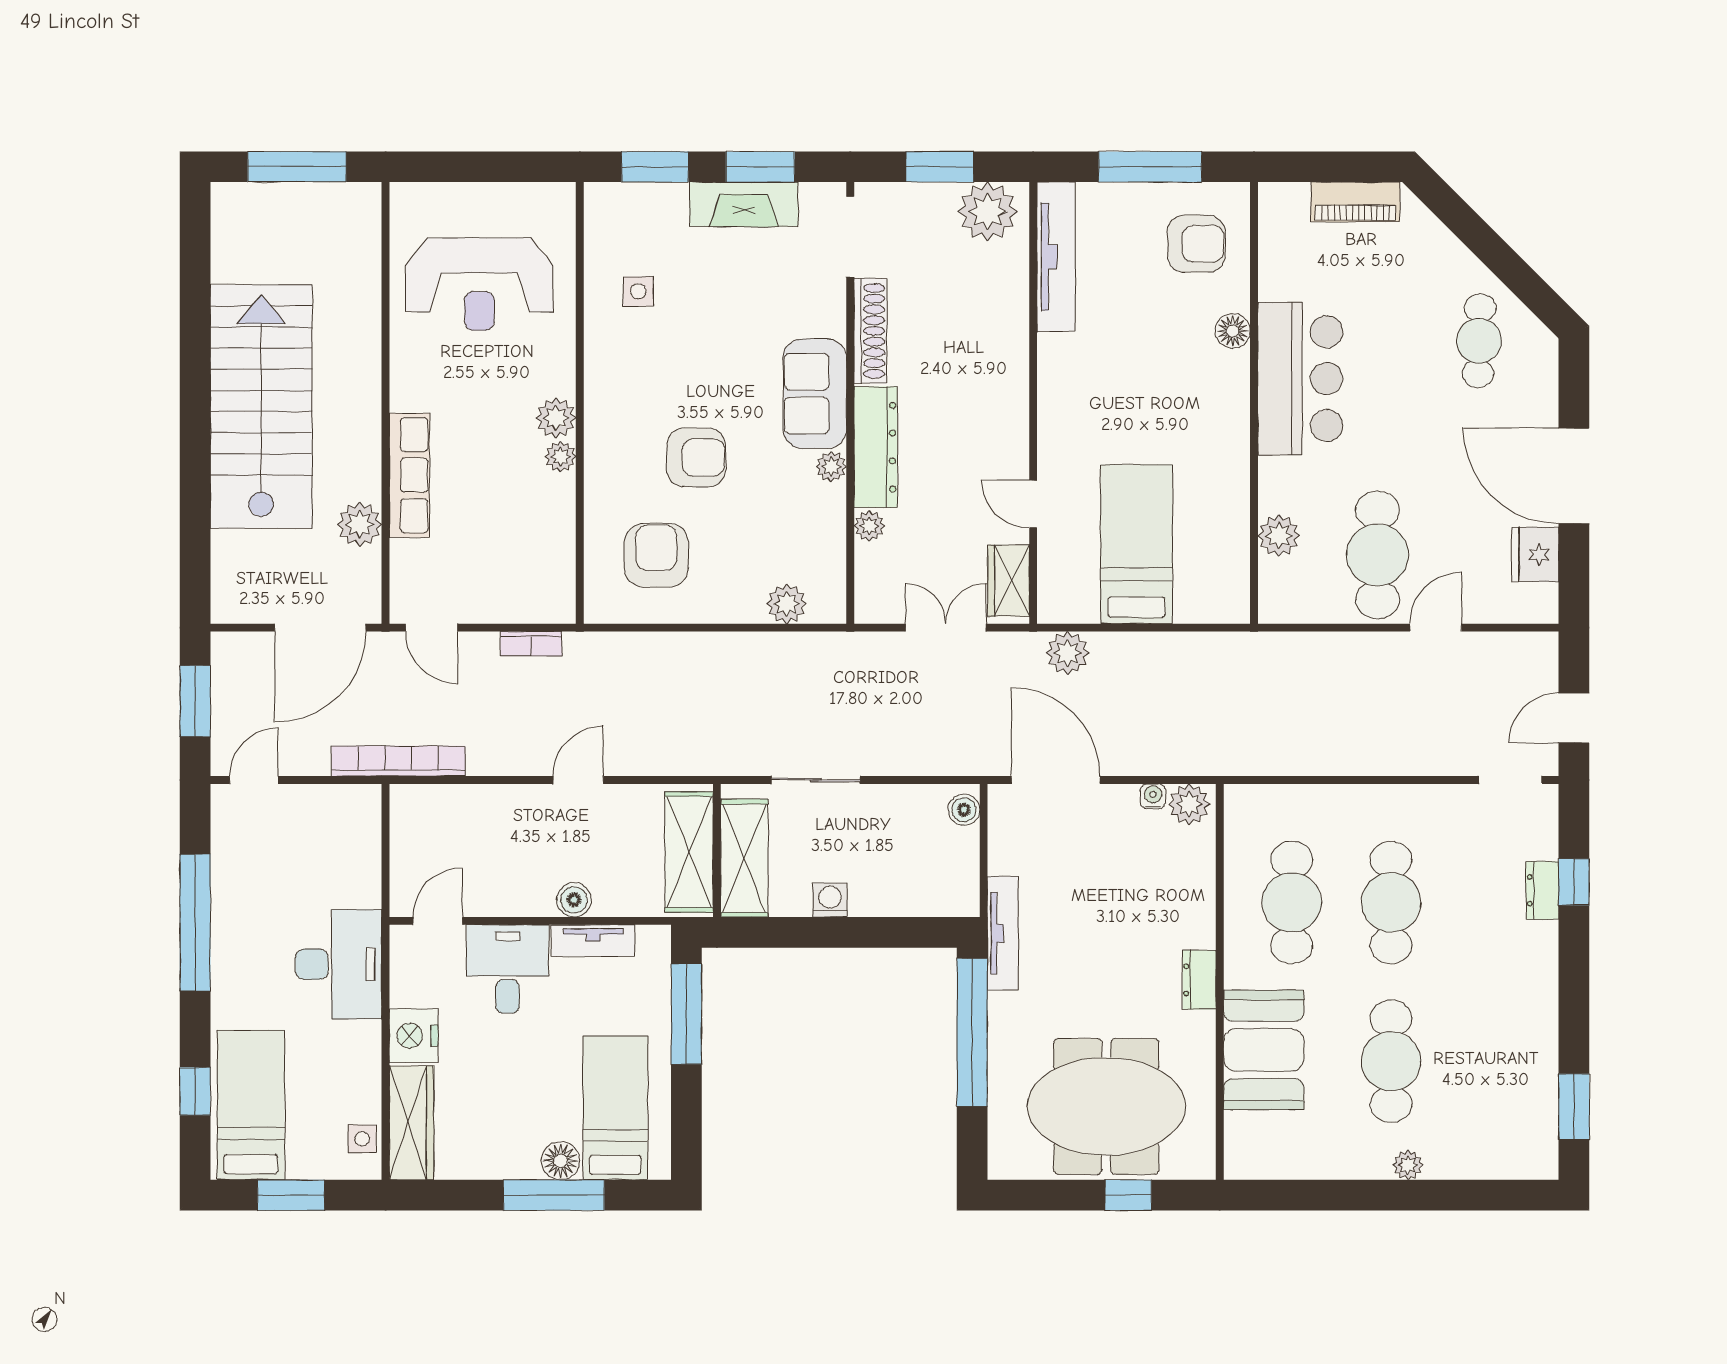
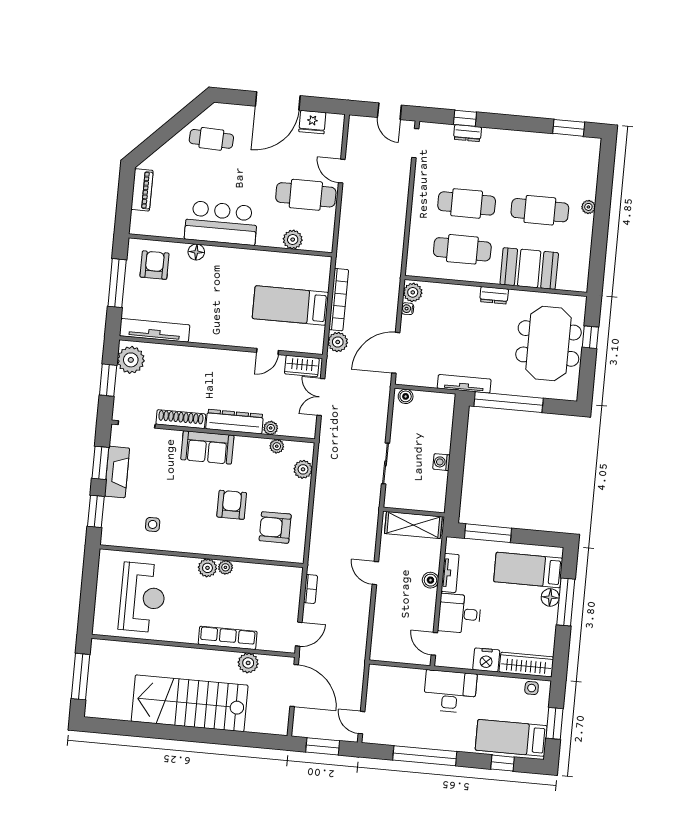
plant: (831, 467) -> (277, 446), moved
bookcase: (398, 761) -> (339, 300), moved, turned 180
shelving: (744, 858) -> (419, 500), removed

